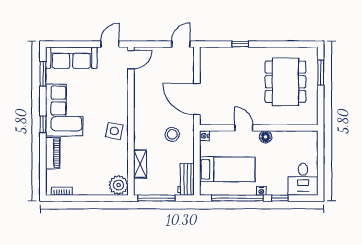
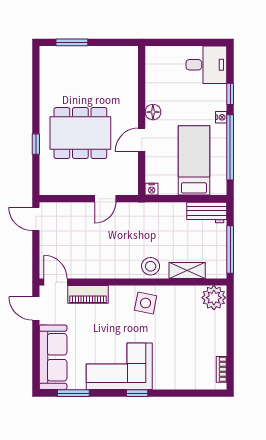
dining table: (285, 82) -> (80, 133), moved
door: (197, 99) -> (105, 199), width x0.53
stool: (172, 134) -> (151, 266), moved
piano: (53, 153) -> (88, 294), moved, turned 180

